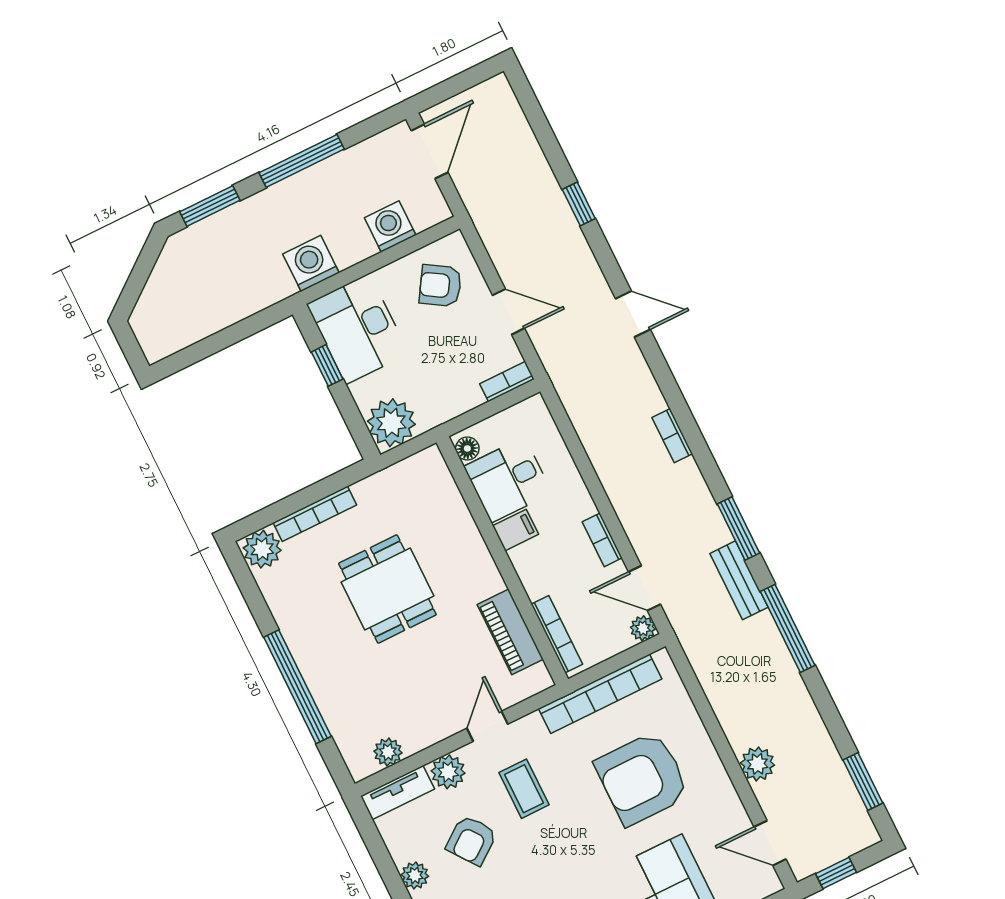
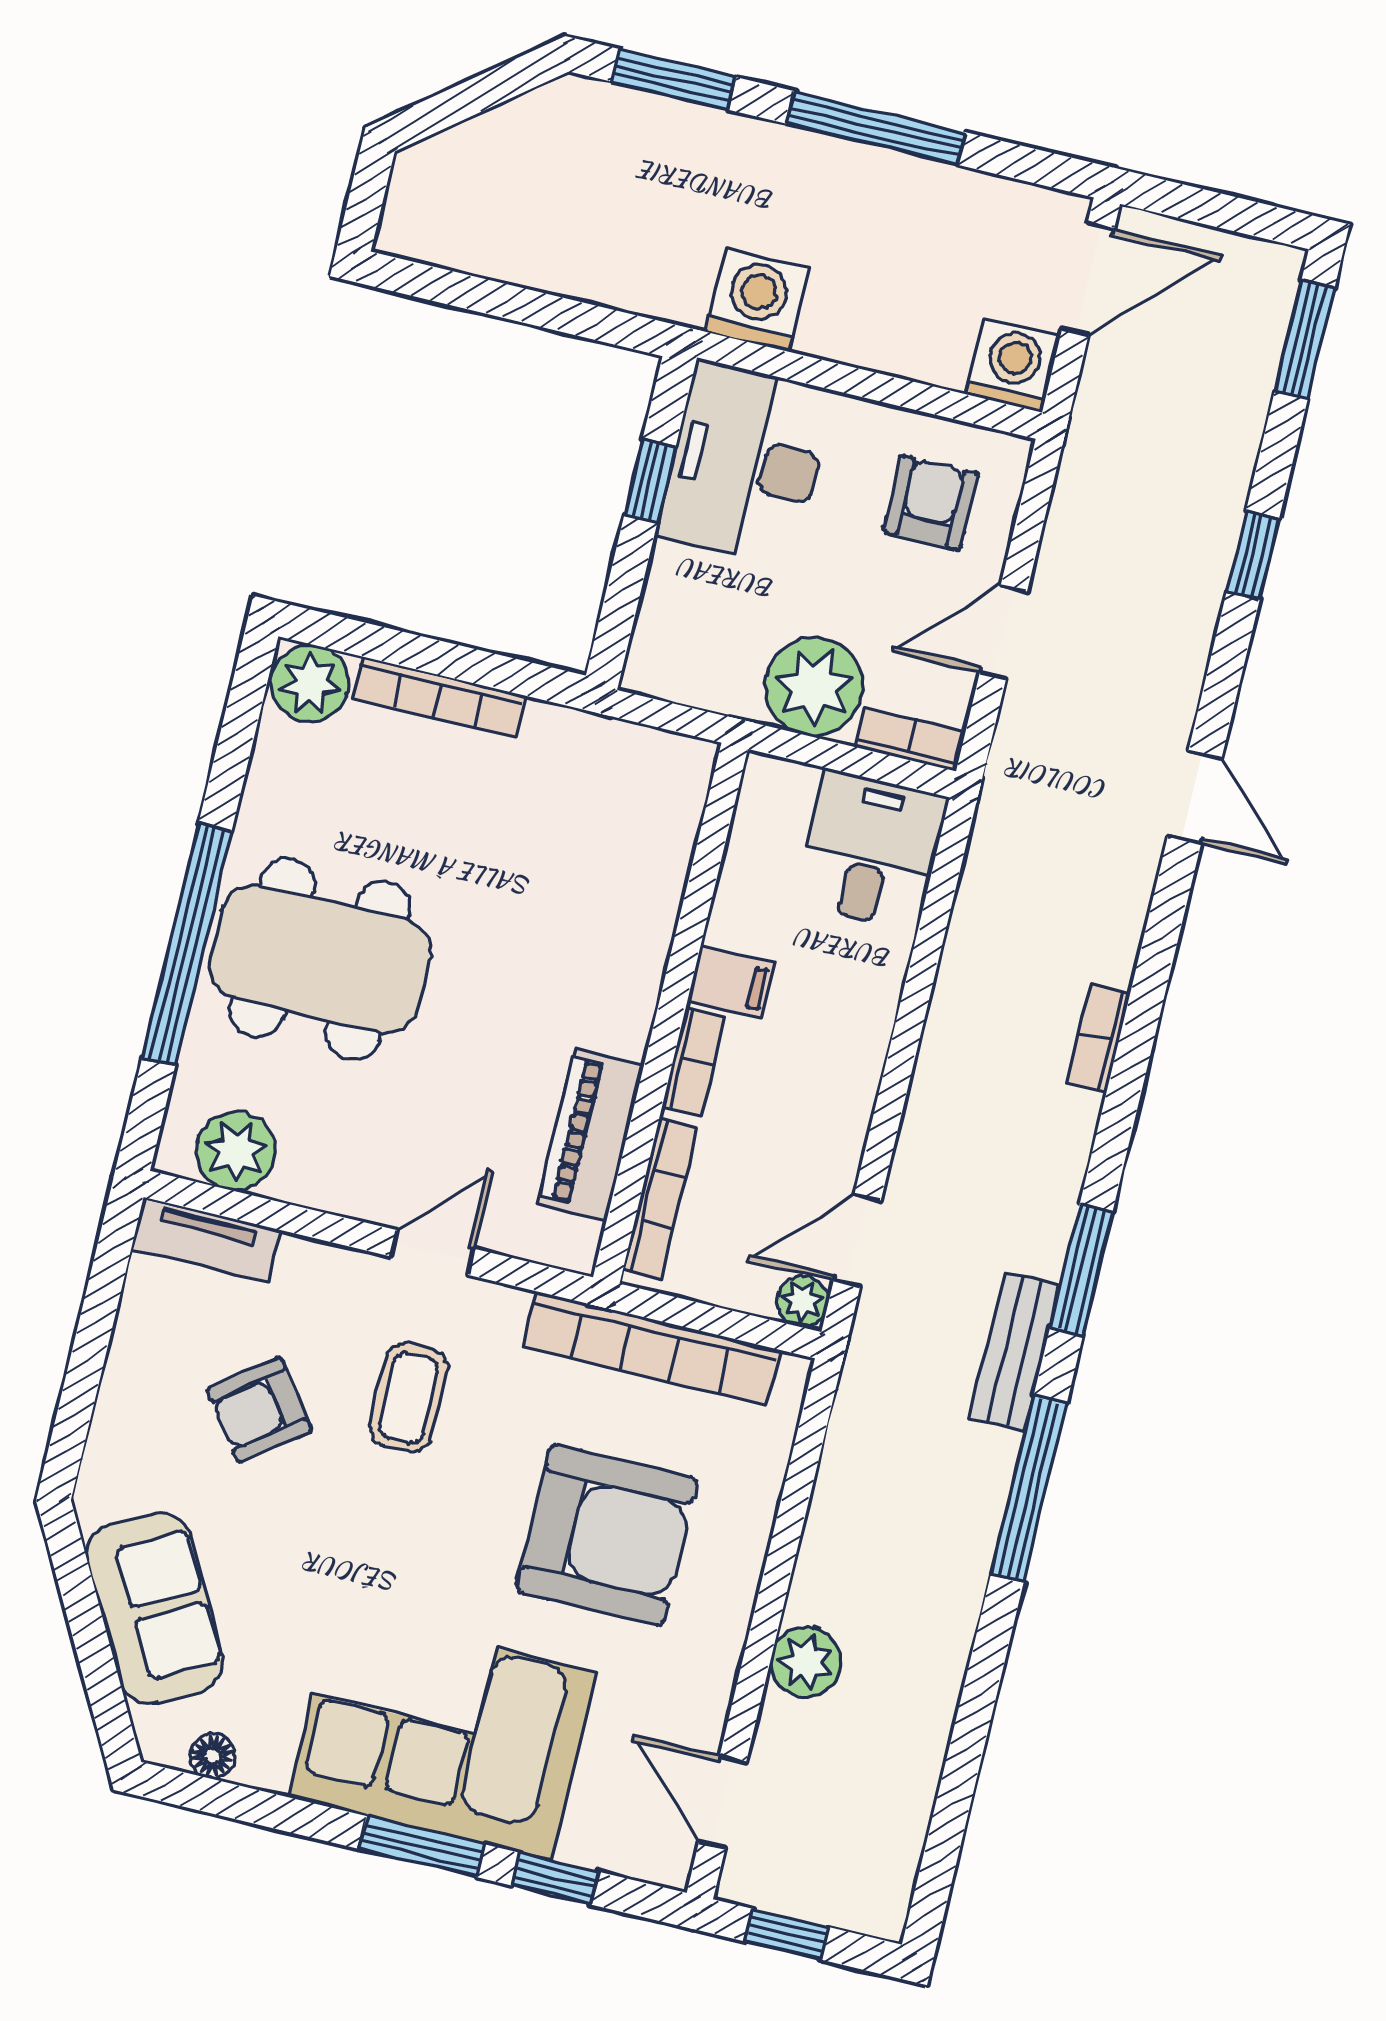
washing machine: (390, 226) -> (1013, 366), moved
armchair: (440, 285) -> (931, 503), turned 58
door: (508, 312) -> (1003, 632), swing flipped
plant: (391, 423) -> (814, 687), moved
floor lamp: (467, 448) -> (761, 792), removed
desk: (508, 480) -> (871, 850), moved, turned 90
bookcase: (602, 540) -> (694, 1061), moved, turned 180
door: (644, 588) -> (857, 1241), hinge flipped
dining table: (387, 589) -> (320, 959), moved, width x1.38
plant: (388, 752) -> (236, 1151), width x1.38, depth x1.38
plant: (448, 772) -> (312, 1273), removed
armchair: (642, 778) -> (607, 1535), turned 180
window: (863, 781) -> (1305, 340), moved
plant: (415, 875) -> (125, 1392), removed

